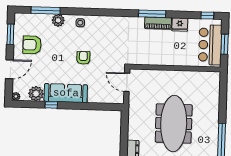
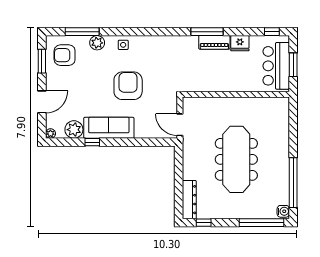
armchair: (32, 45) -> (65, 55), moved
armchair: (83, 58) -> (128, 86), width x1.88, depth x1.88
door: (127, 82) -> (180, 125), moved

